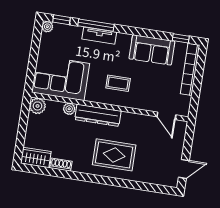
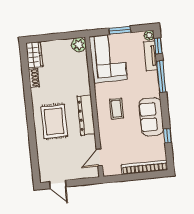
tv unit: (99, 36) -> (150, 56), moved
window: (181, 38) -> (167, 136), moved
sofa: (152, 50) -> (151, 117), moved
window: (33, 57) -> (120, 30), added
plant: (69, 109) -> (84, 73), removed
dresser: (98, 115) -> (86, 115), moved

